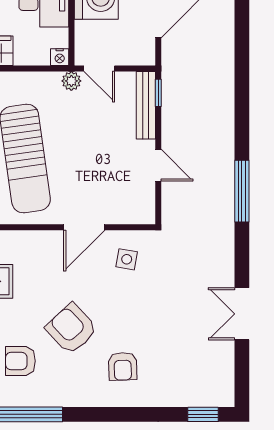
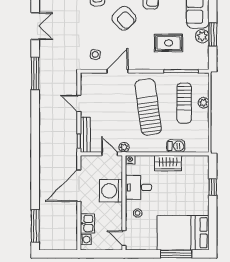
window: (242, 191) -> (35, 73), moved

